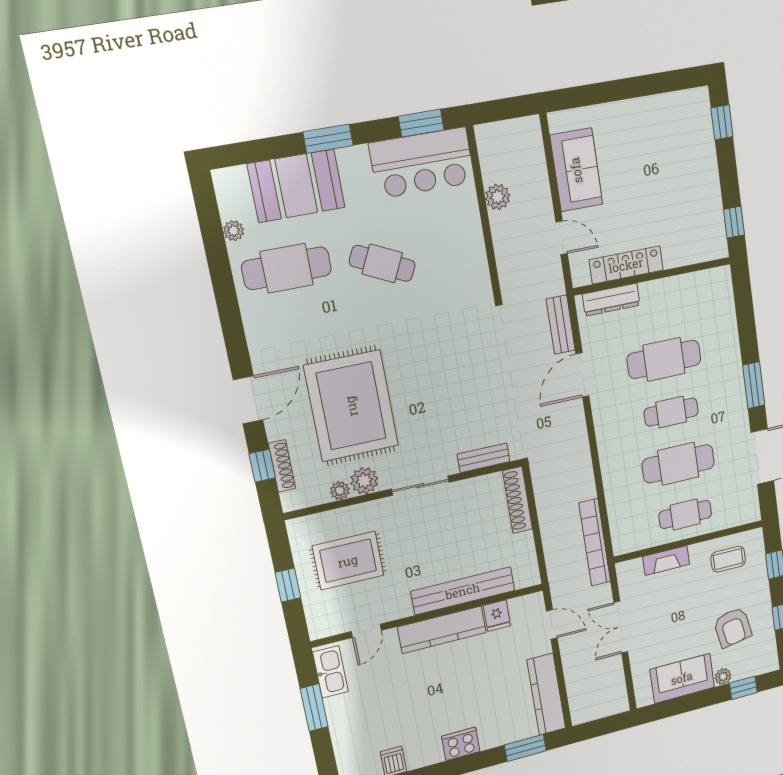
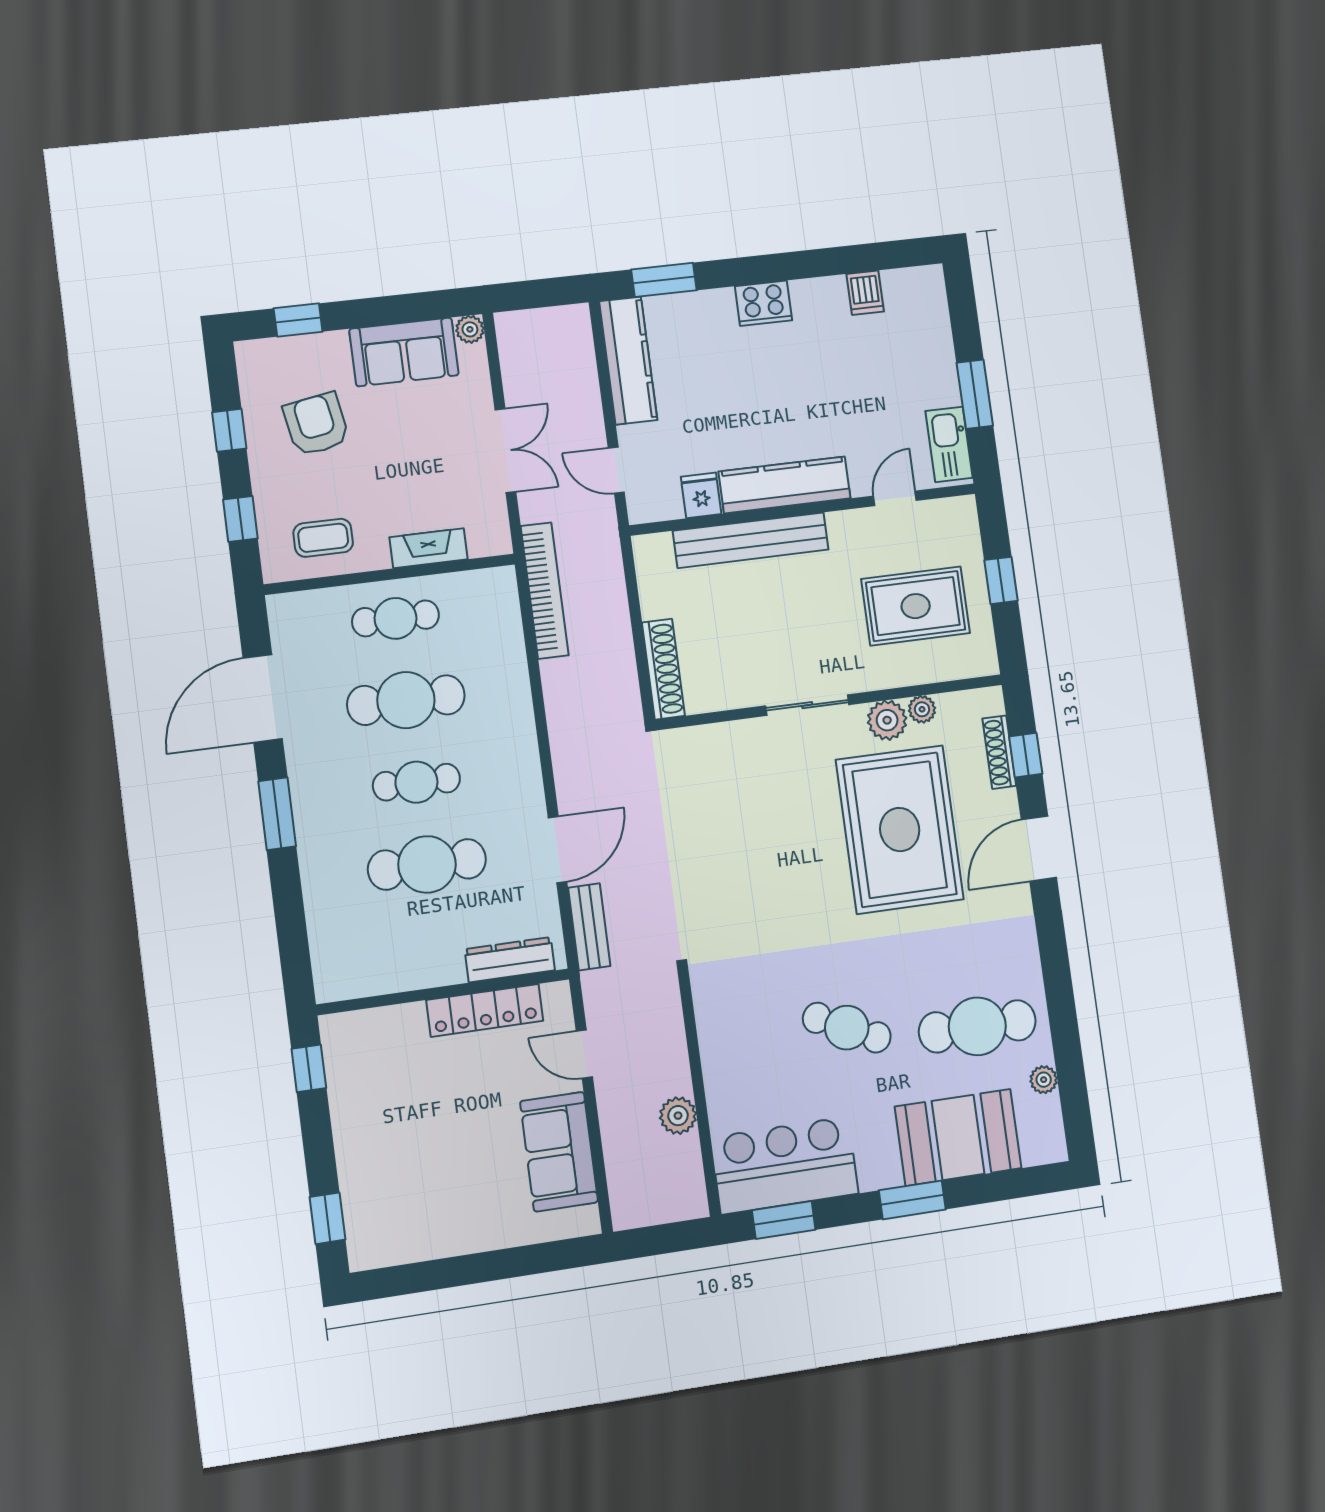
bench: (484, 458) -> (713, 738), removed
plant: (723, 677) -> (470, 329), moved

